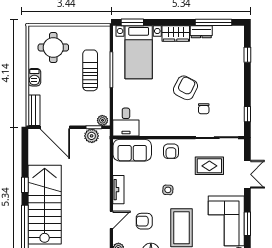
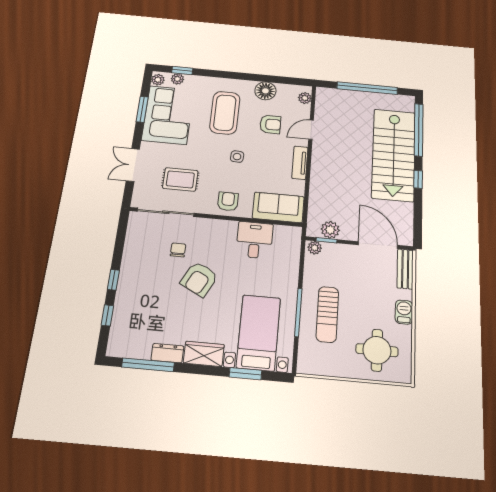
window: (132, 22) -> (245, 374), moved
window: (247, 114) -> (113, 280), moved
desk: (126, 122) -> (255, 240), moved

